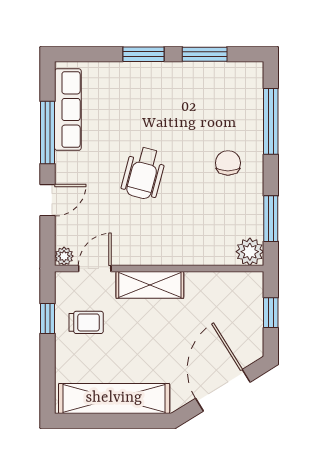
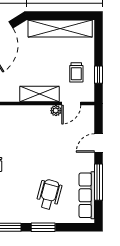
wheelchair: (144, 173) -> (49, 194), moved
plant: (64, 256) -> (56, 111), moved
trolley: (86, 322) -> (76, 72), turned -90

